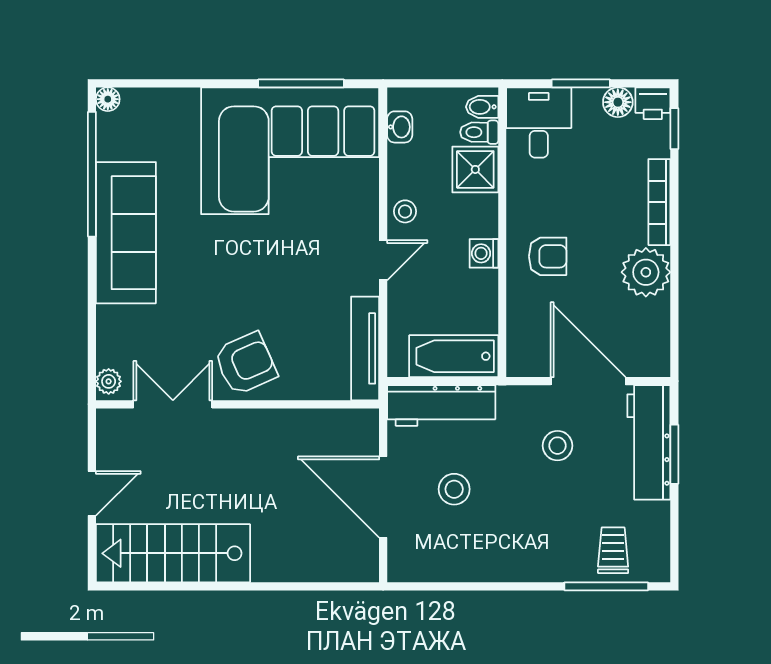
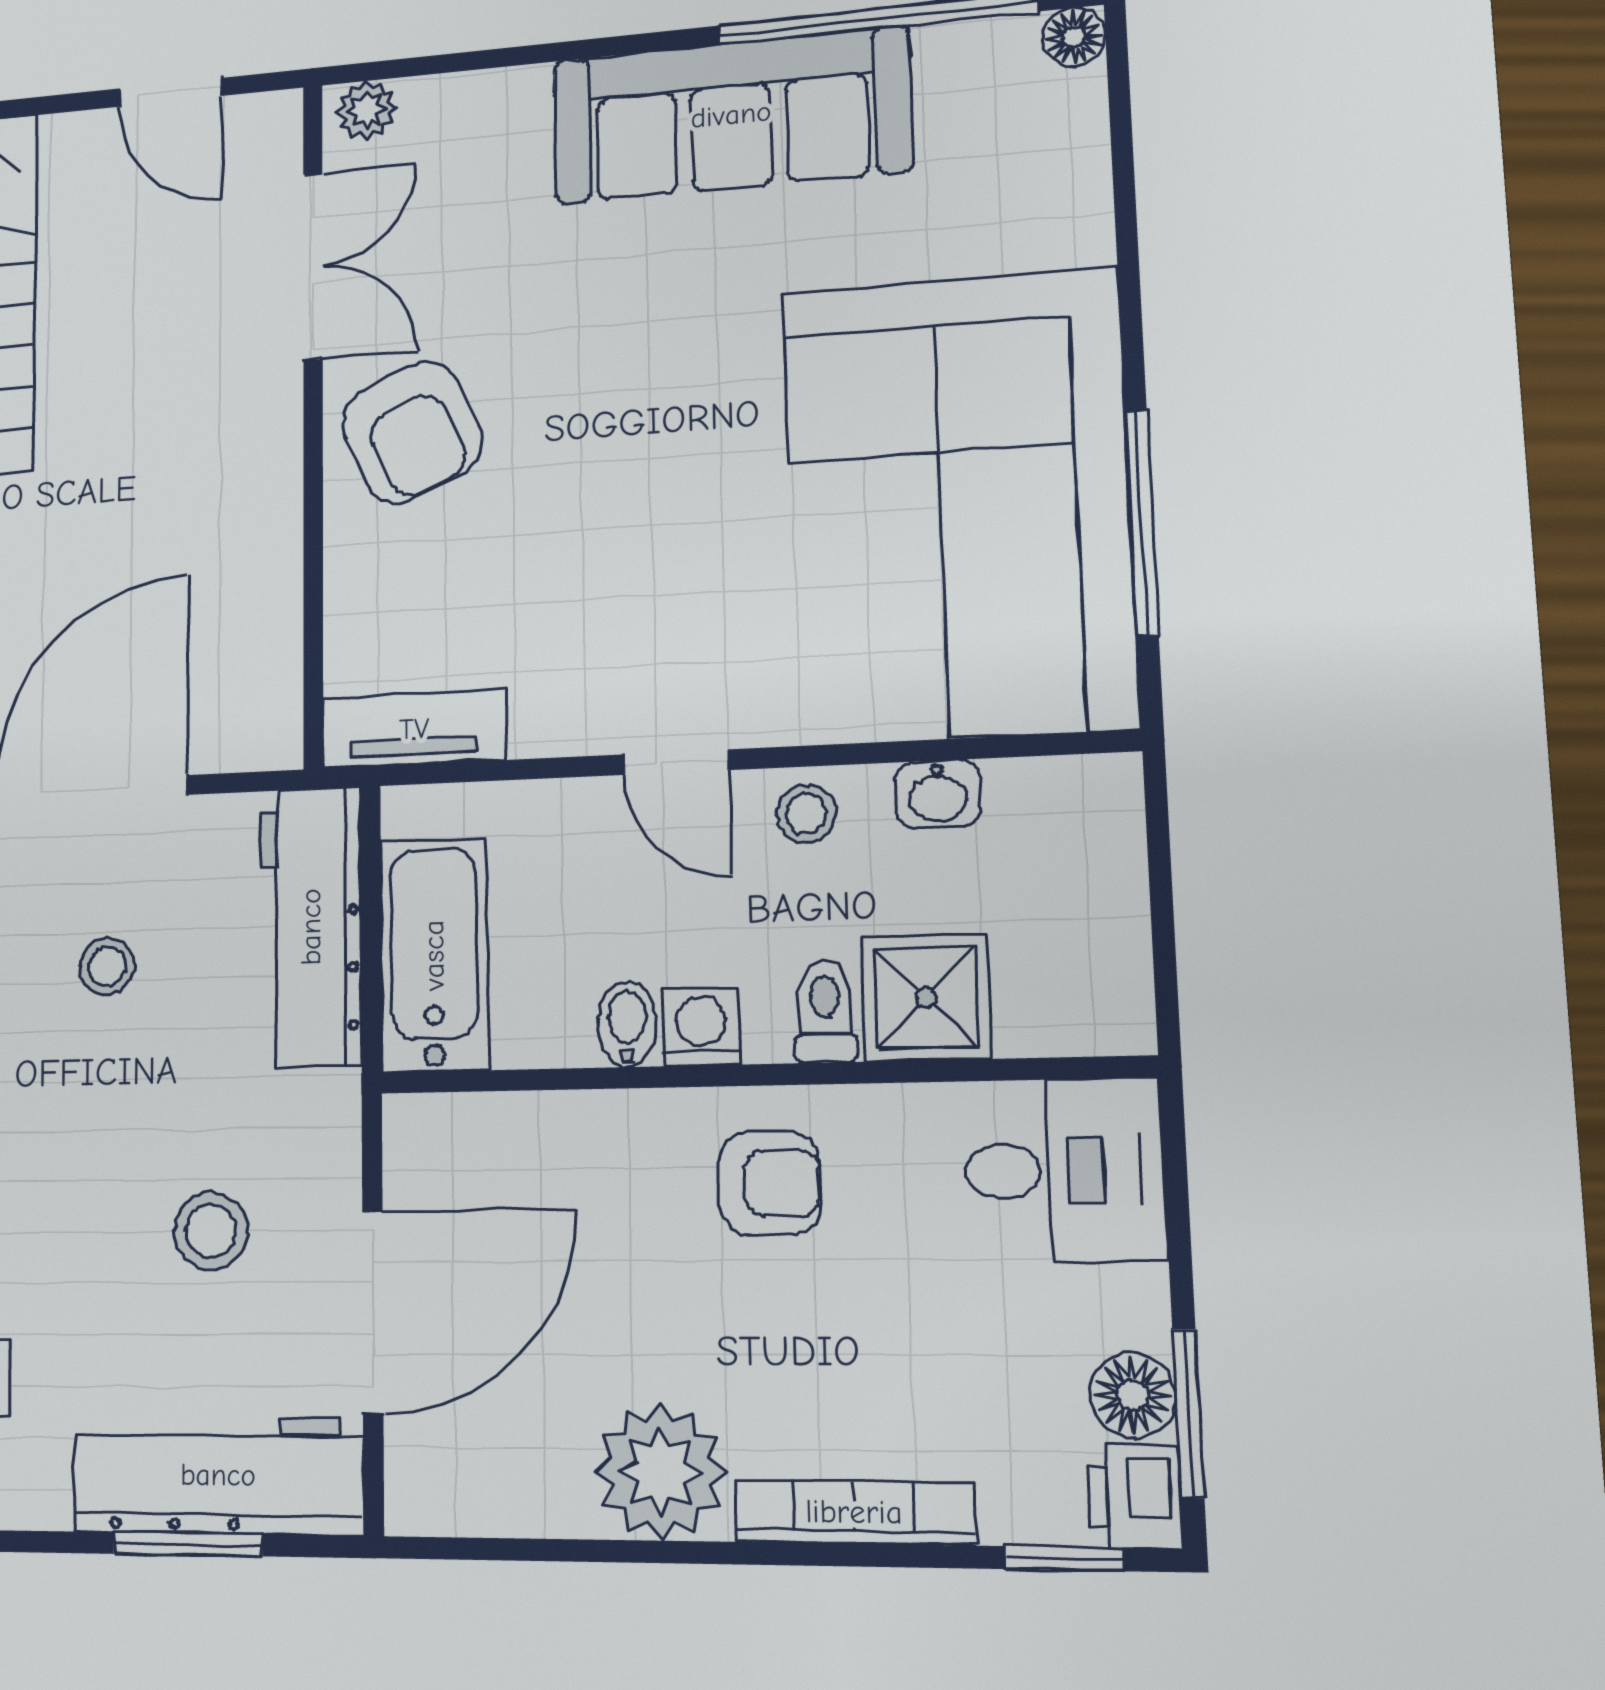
window: (581, 83) -> (1188, 1413), moved
bidet: (482, 107) -> (627, 1024), moved
washbasin: (400, 127) -> (938, 794), moved
toilet: (479, 132) -> (825, 1011), moved
armchair: (548, 256) -> (770, 1183), moved, turned -90
tv unit: (365, 348) -> (414, 729), width x0.71
stool: (454, 489) -> (107, 966), width x0.73, depth x0.73
door: (92, 493) -> (171, 92), moved

